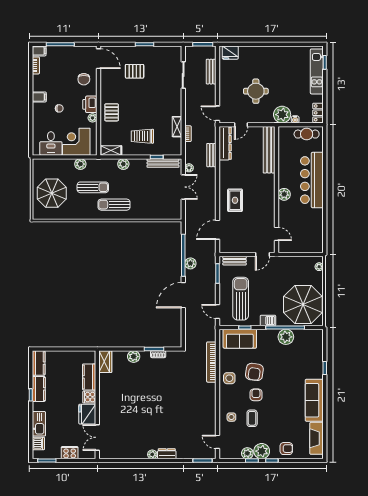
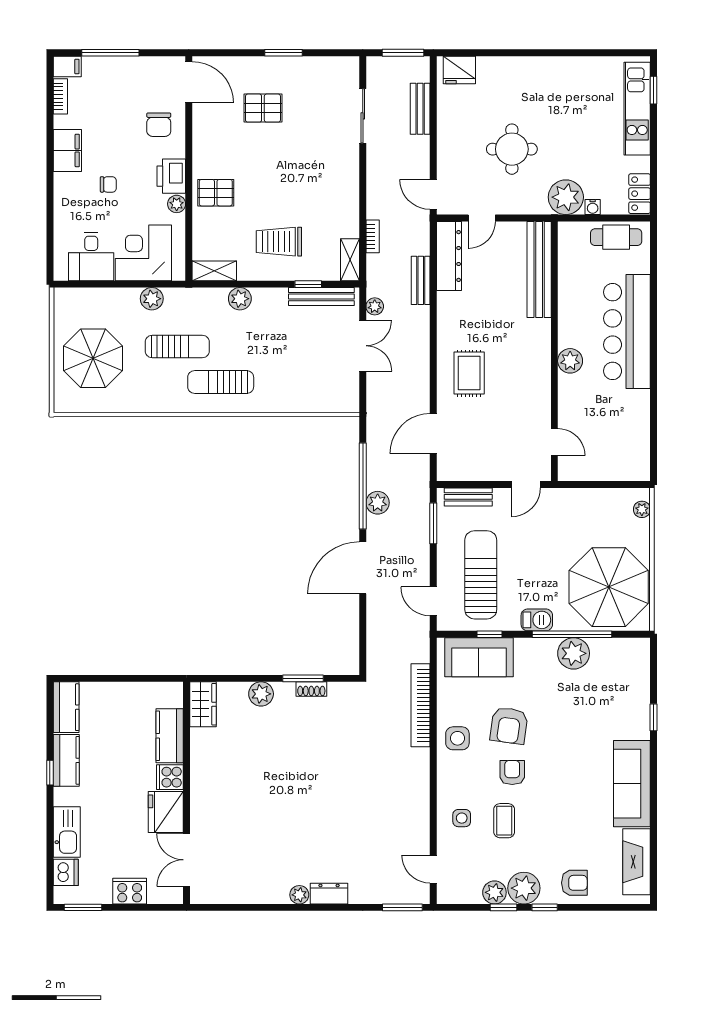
filing cabinet: (39, 97) -> (67, 150), width x2.00
pallet: (112, 112) -> (216, 193), turned 90
shelving: (177, 127) -> (350, 260), moved

